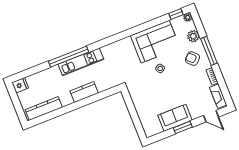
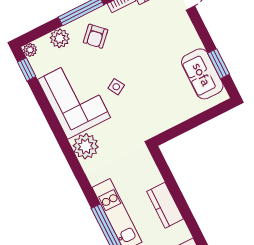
plant: (125, 46) -> (86, 146), added
sofa: (175, 118) -> (202, 74), moved
window: (183, 127) -> (219, 64), moved

